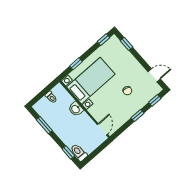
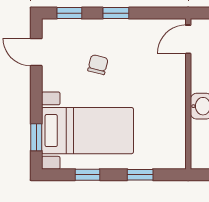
window: (104, 40) -> (87, 175), moved
bed with nightstands: (91, 81) -> (87, 131), moved, turned 180

